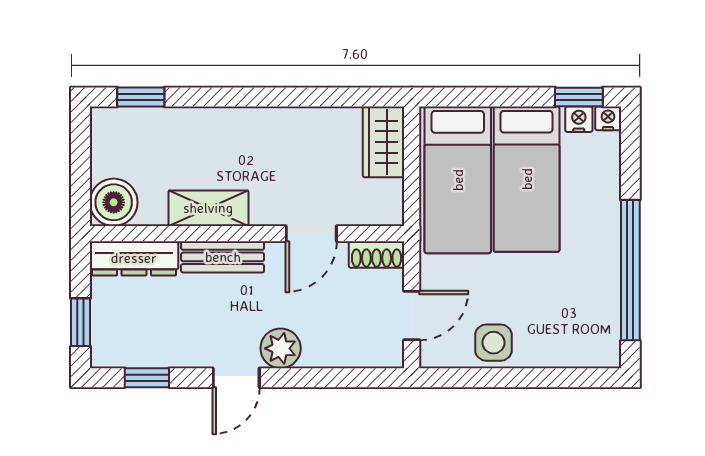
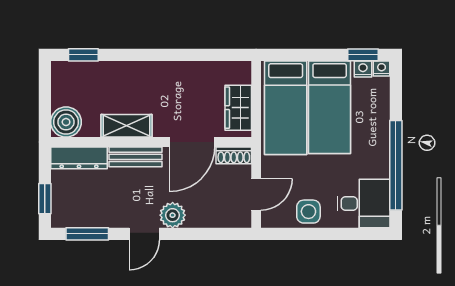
wardrobe: (383, 142) -> (238, 108), moved
door: (311, 234) -> (192, 142), width x1.38
desk: (580, 330) -> (364, 204), added
window: (147, 378) -> (87, 234), width x1.50

